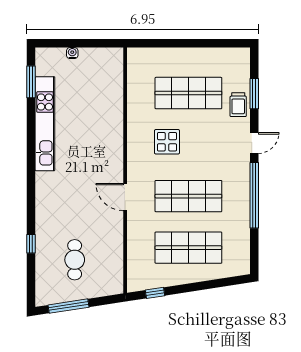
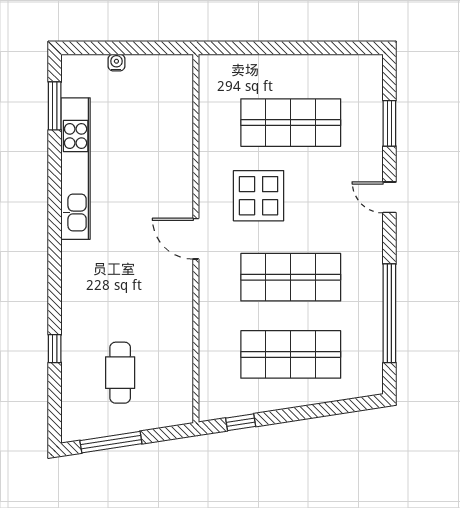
trolley: (238, 105) -> (365, 140), removed
display table: (167, 142) -> (259, 196), width x1.36, depth x1.36
door: (254, 143) -> (389, 197), swing flipped
window: (254, 195) -> (389, 313), moved
door: (125, 197) -> (196, 239), moved

